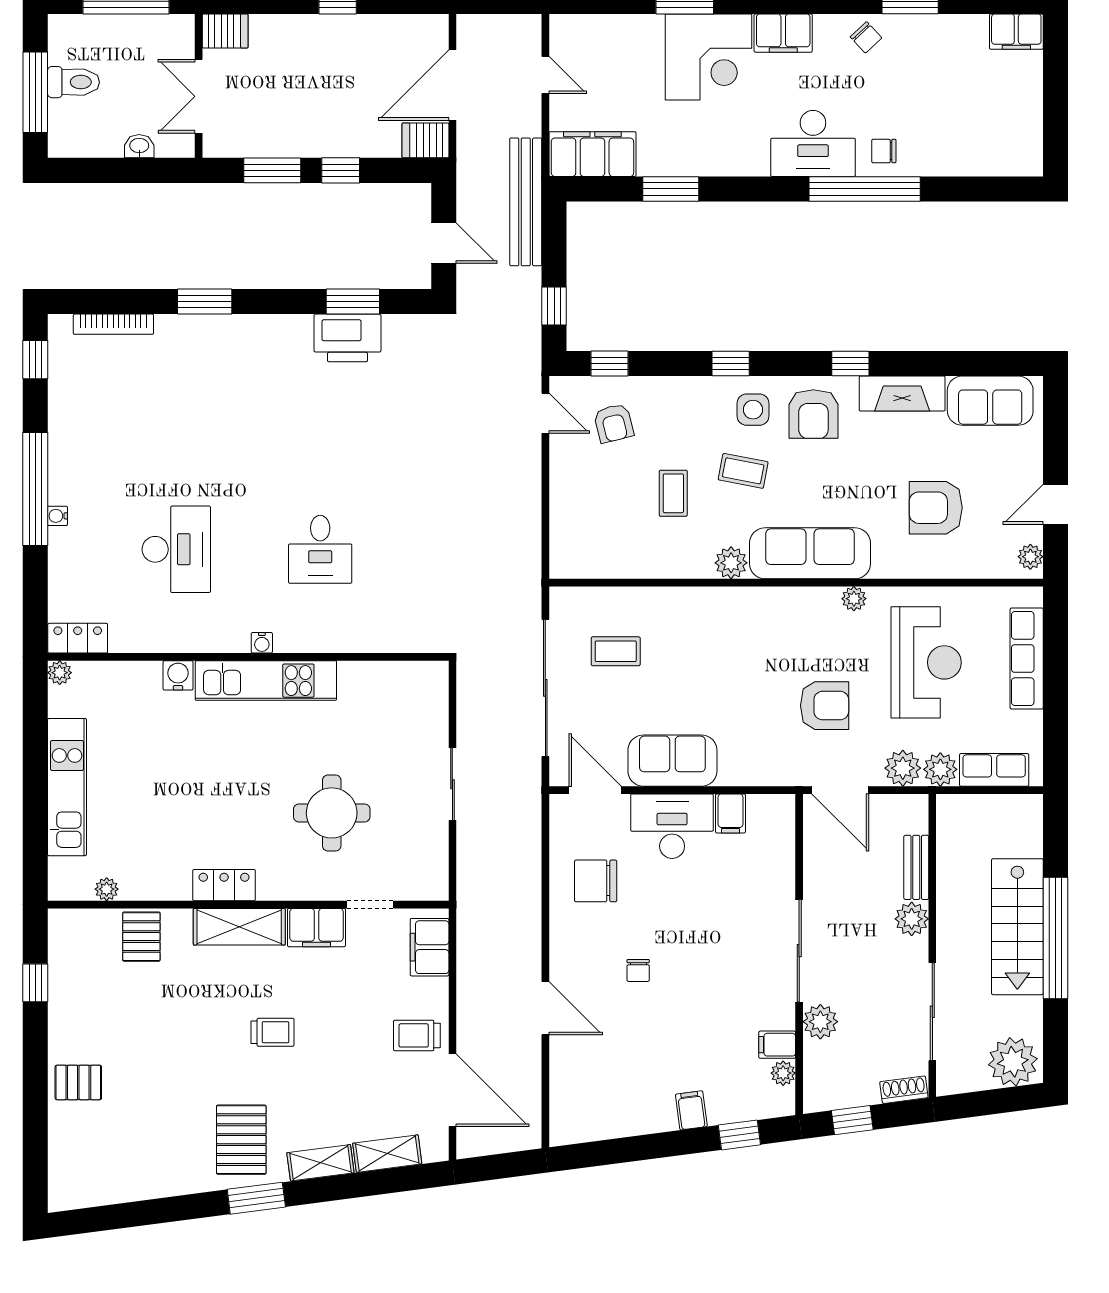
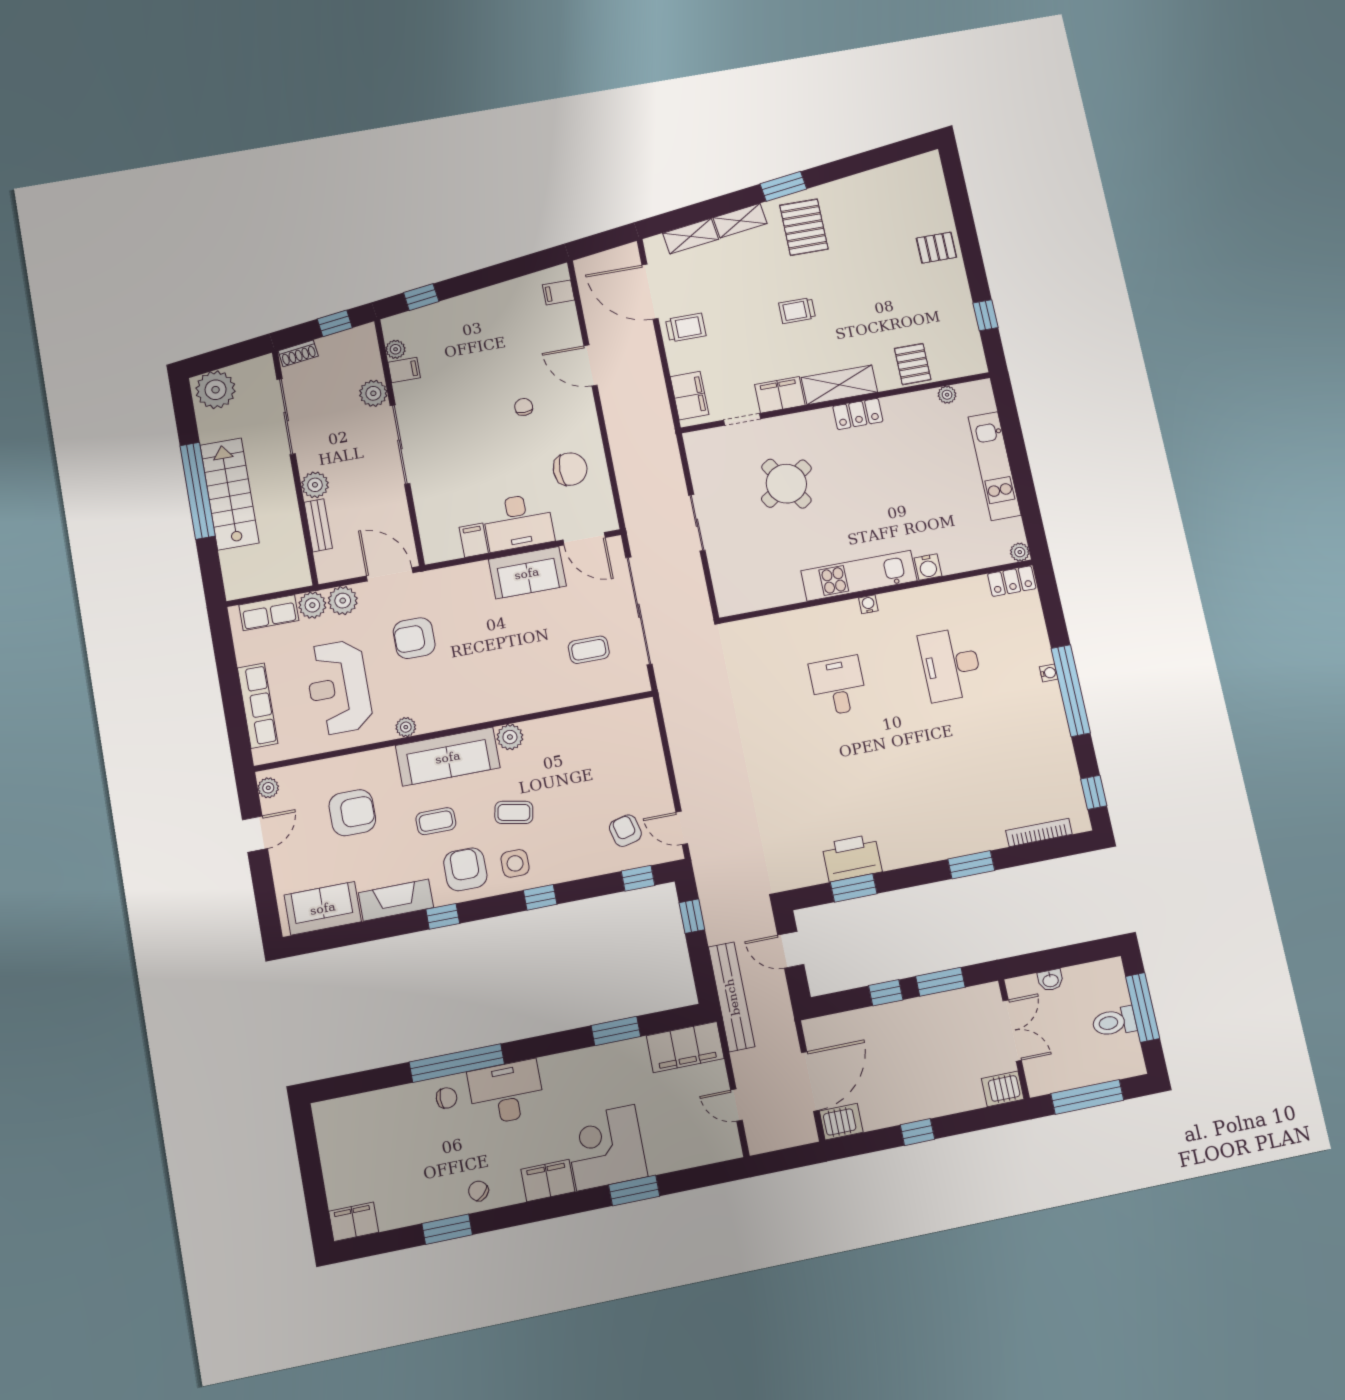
server rack: (425, 140) -> (841, 1122), moved
coffee table: (673, 493) -> (436, 821), moved, turned 90
round table: (332, 813) -> (786, 484), turned -33
filing cabinet: (691, 1110) -> (559, 292), moved, turned 97

